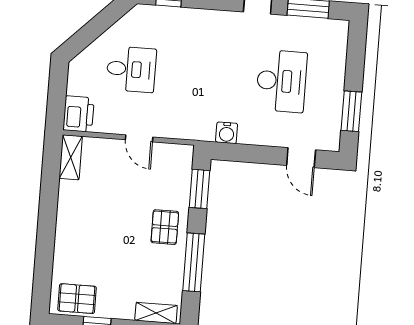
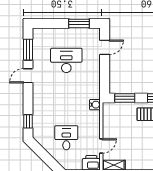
water cooler: (227, 133) -> (95, 105), moved
door: (139, 138) -> (101, 146), moved

